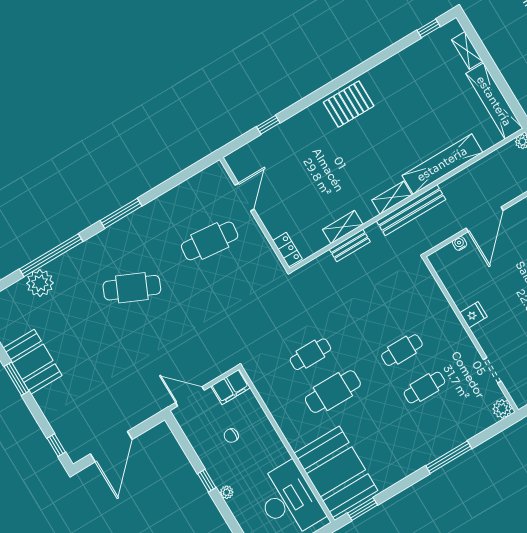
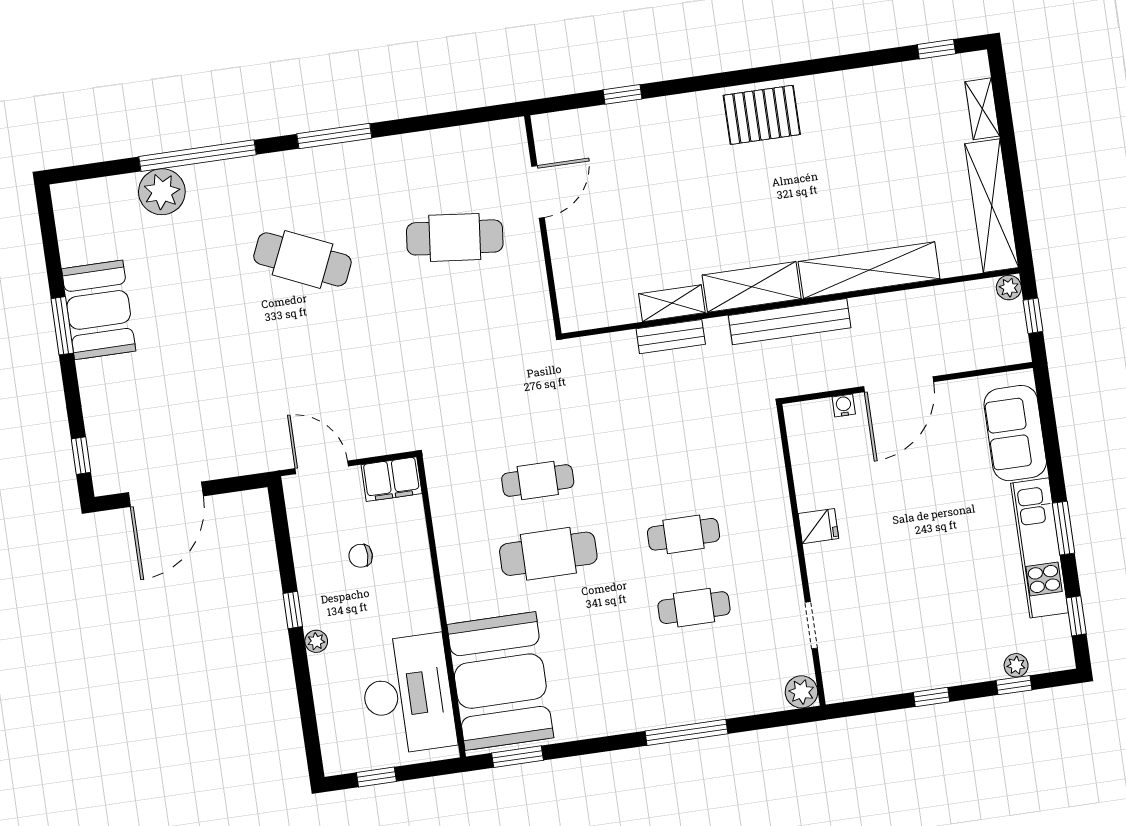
shelving: (392, 198) -> (752, 287), width x1.50, depth x1.33
locker: (287, 250) -> (571, 302), removed

